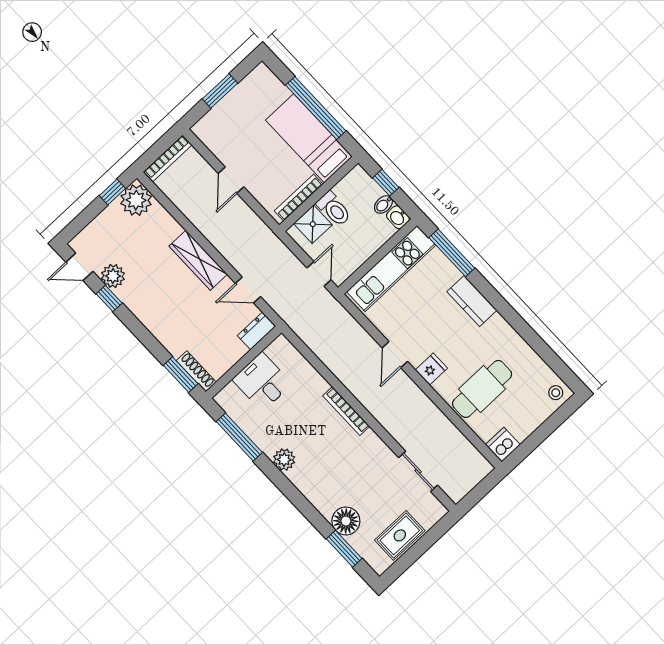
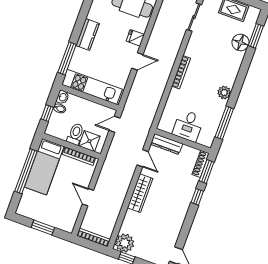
door: (231, 180) -> (88, 197), swing flipped
plant: (113, 276) -> (172, 235), removed
window: (109, 298) -> (197, 197), moved
dresser: (257, 331) -> (167, 144), width x1.44

